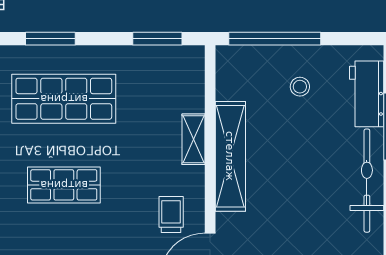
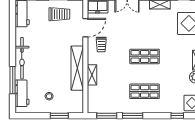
window: (50, 39) -> (133, 116), moved
window: (275, 39) -> (59, 116), width x0.47
shop shelf: (64, 99) -> (145, 91), width x0.70, depth x0.74

